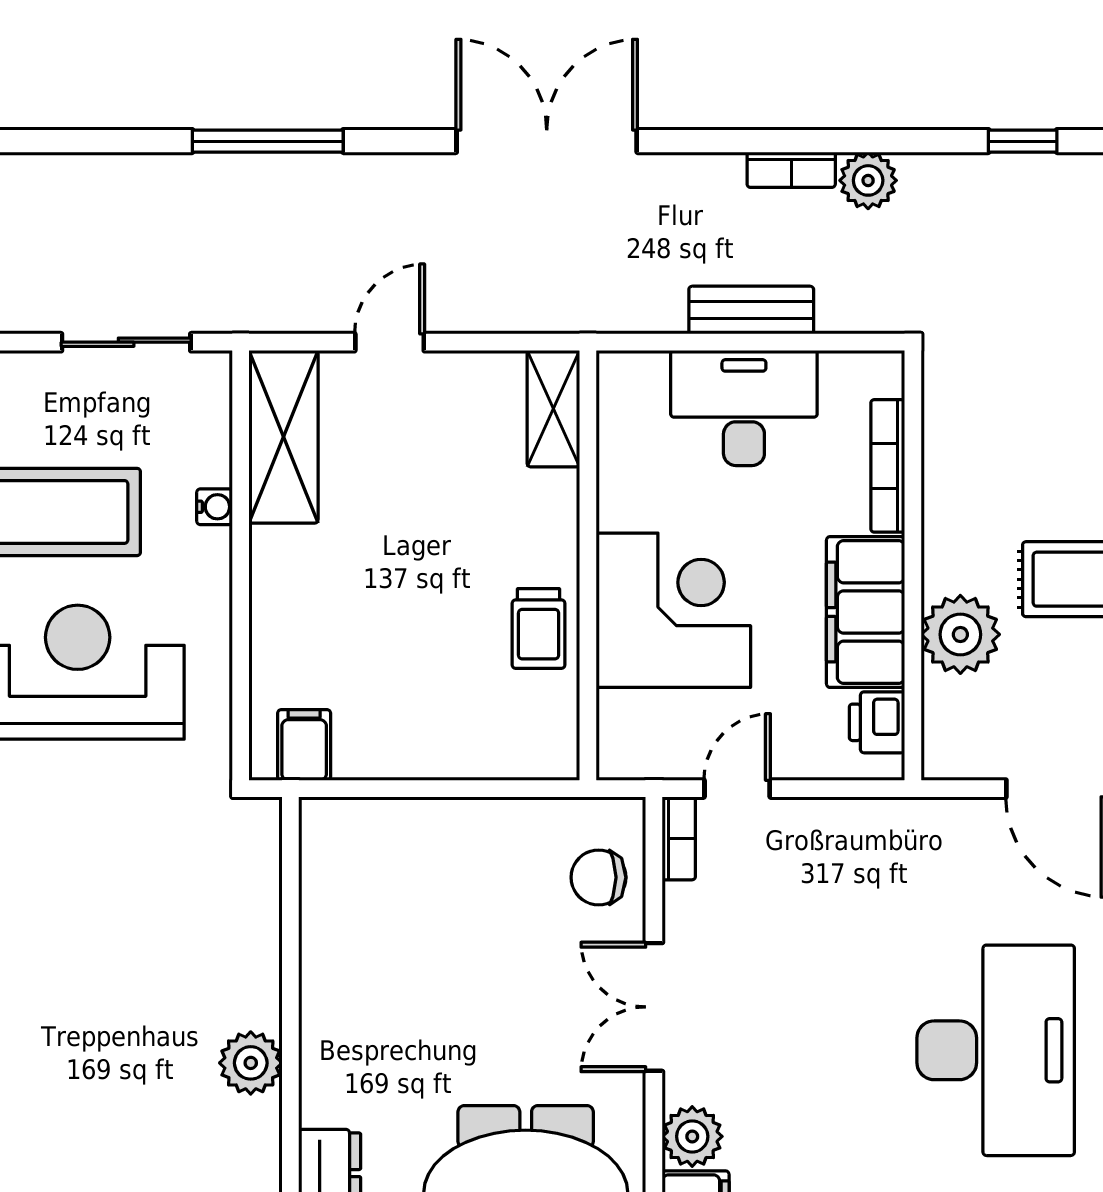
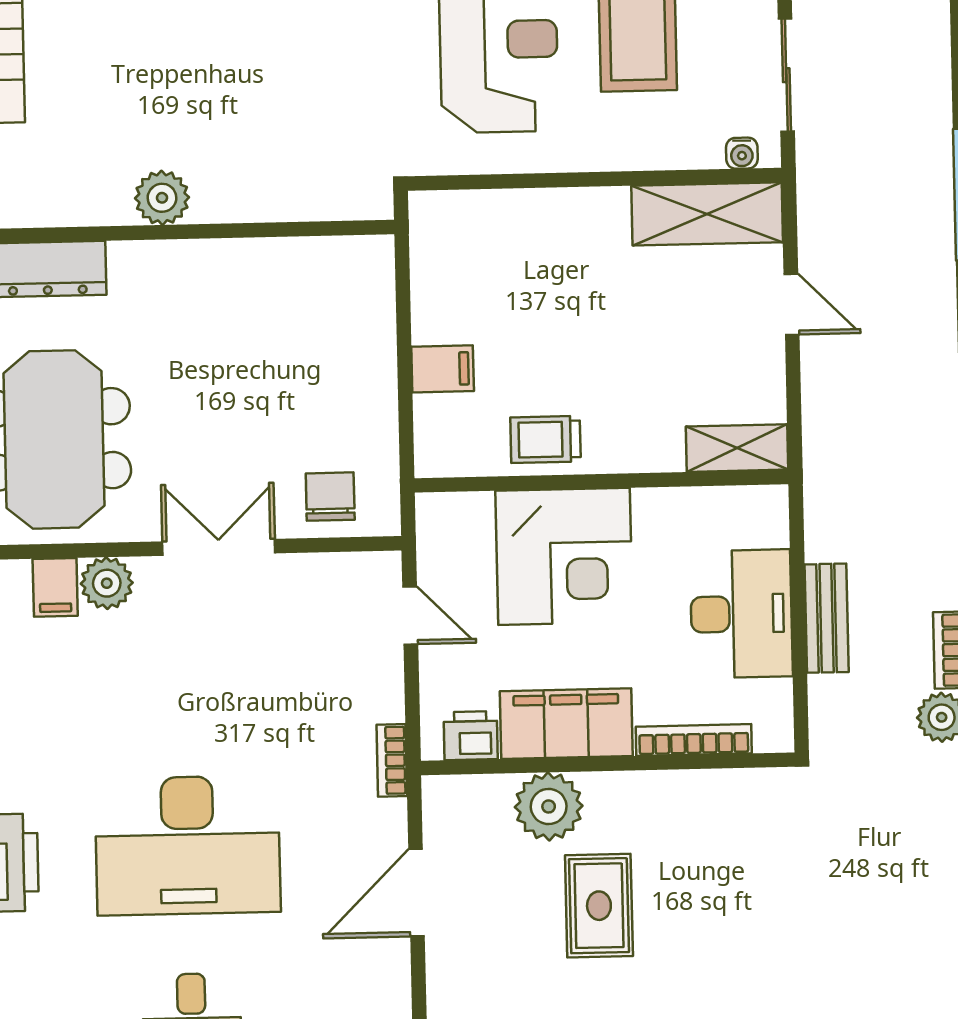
water cooler: (215, 507) -> (742, 153), moved
filing cabinet: (304, 745) -> (443, 369), moved
bookcase: (679, 838) -> (392, 760), moved, turned 90

